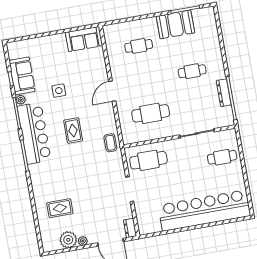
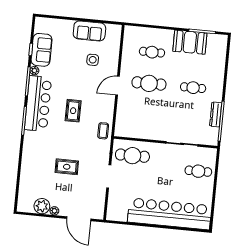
sofa: (84, 39) -> (89, 31), moved
side table: (59, 91) -> (93, 60), moved
cafe table: (151, 113) -> (149, 83), moved
rug: (60, 208) -> (67, 167), moved
dresser: (130, 228) -> (99, 211), removed

